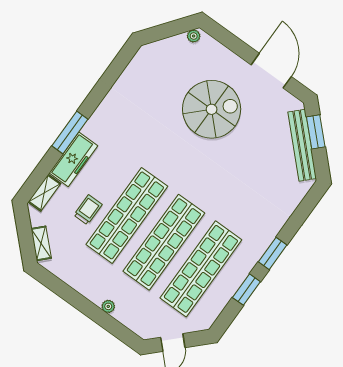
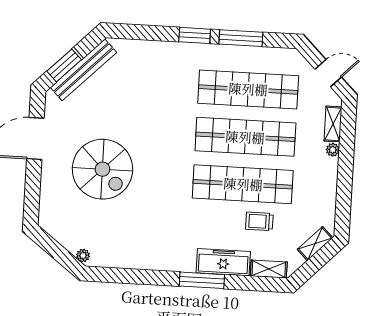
plant: (194, 36) -> (83, 256), moved
spiral stairs: (212, 109) -> (102, 169), turned 180
window: (246, 290) -> (241, 38), width x1.44
shelving: (129, 320) -> (333, 124), added

